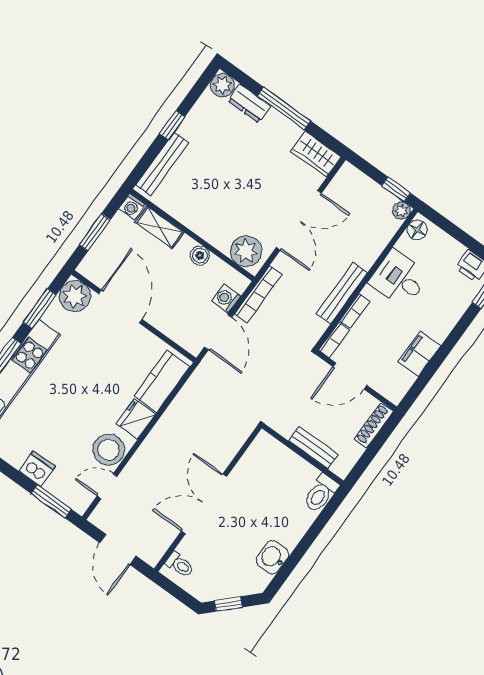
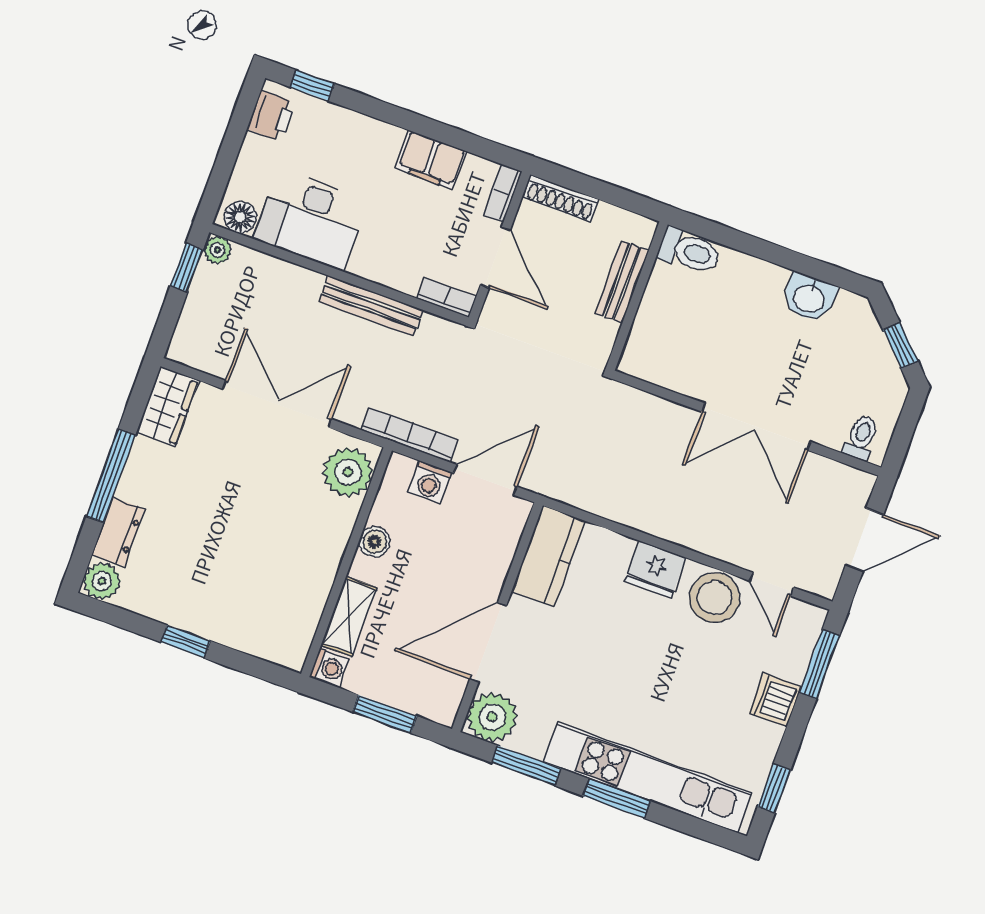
bench: (162, 164) -> (249, 640), removed
desk: (399, 278) -> (311, 220), width x1.37
bookcase: (355, 311) -> (503, 193), moved, turned -90
kitchen counter: (162, 381) -> (548, 556), moved, turned -90

